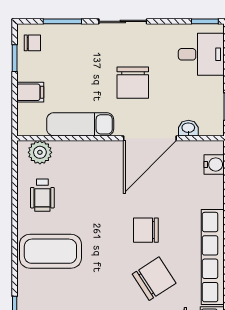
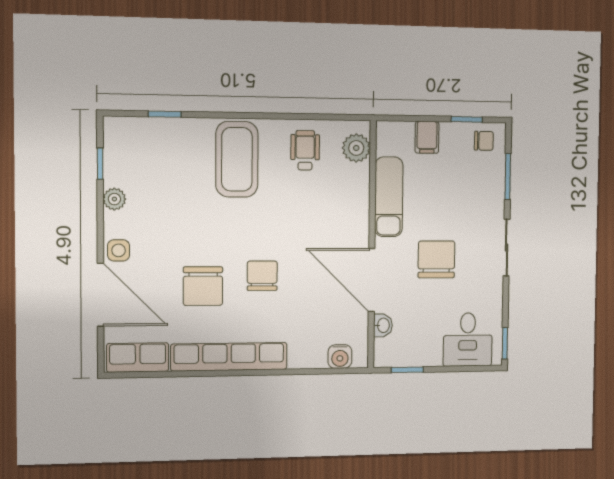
chair: (32, 43) -> (484, 141), turned -90
chair: (133, 83) -> (436, 259), turned 90
wheelchair: (42, 195) -> (305, 150), turned 90
chair: (154, 279) -> (203, 286), turned 33

